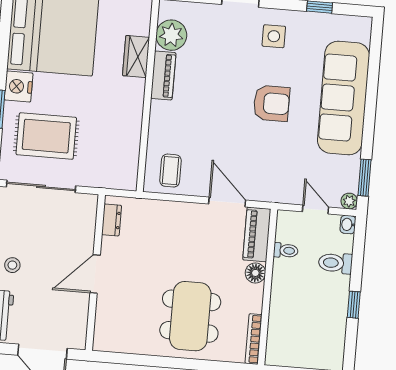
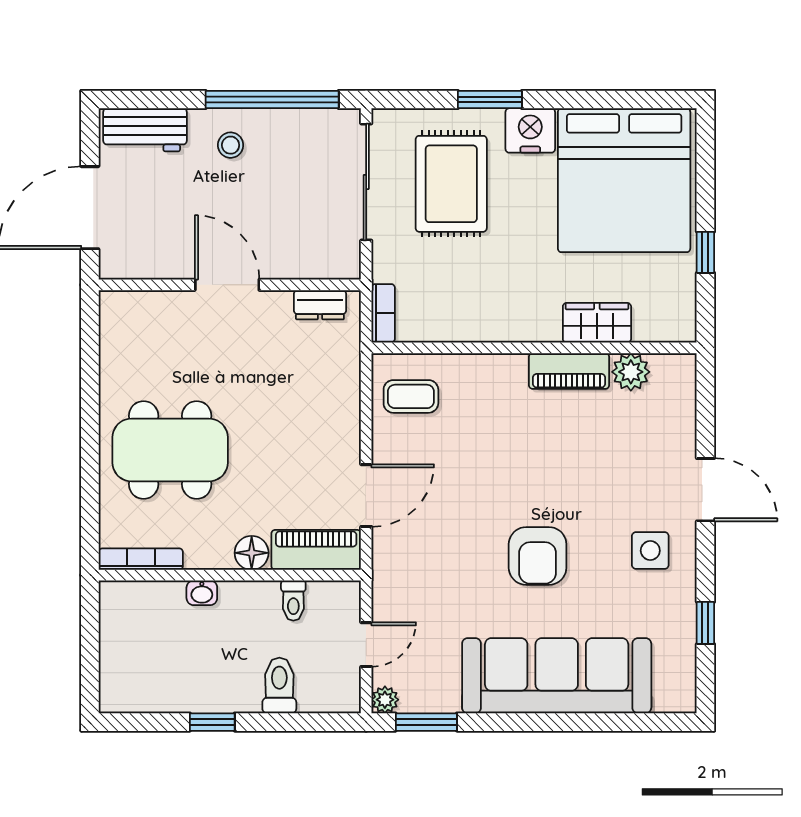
plant: (171, 35) -> (631, 372), width x0.73, depth x0.73
bookcase: (120, 183) -> (383, 313), added
washbasin: (348, 225) -> (202, 593), moved, turned 180

